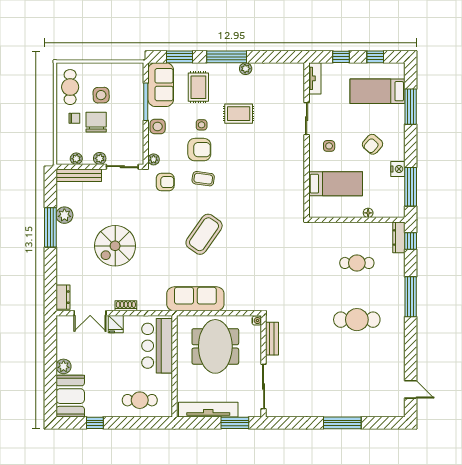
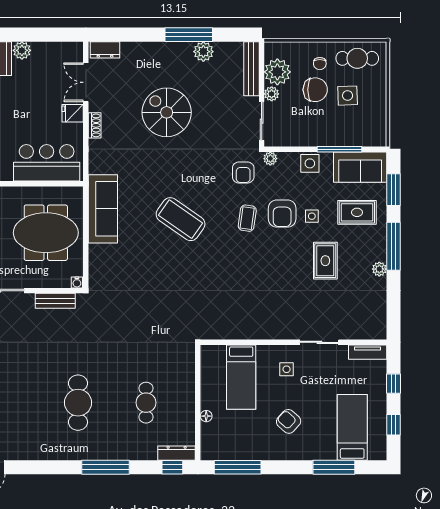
plant: (76, 159) -> (277, 72), width x1.88, depth x1.88
nightstand: (398, 169) -> (259, 452), removed

